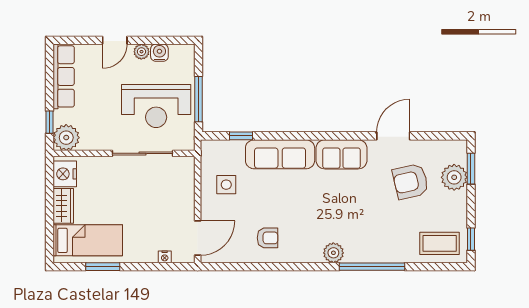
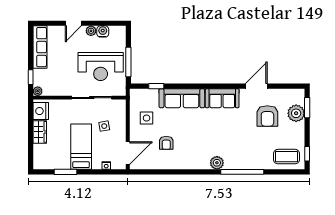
plant: (66, 138) -> (38, 91), width x0.53, depth x0.53
armchair: (410, 181) -> (267, 116), turned -77
side table: (162, 197) -> (104, 126), added
armchair: (268, 238) -> (166, 143), moved, turned 90
bed: (88, 240) -> (81, 147), moved, turned -90

